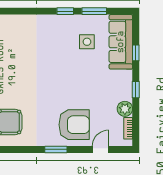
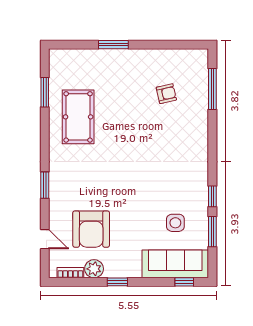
window: (136, 53) -> (184, 282), moved
armchair: (74, 125) -> (91, 229), moved

